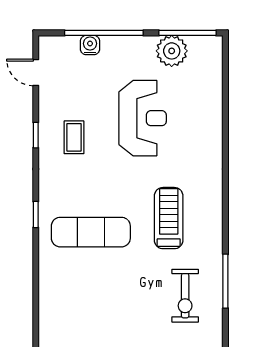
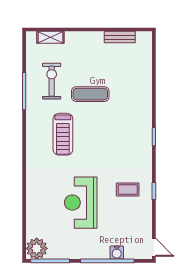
plant: (172, 51) -> (37, 248), moved
door: (36, 72) -> (154, 247), moved
coffee table: (74, 137) -> (128, 189), turned 90
exercise mat: (91, 232) -> (90, 94), moved, width x0.73, depth x0.69

